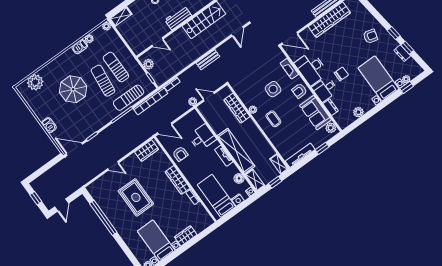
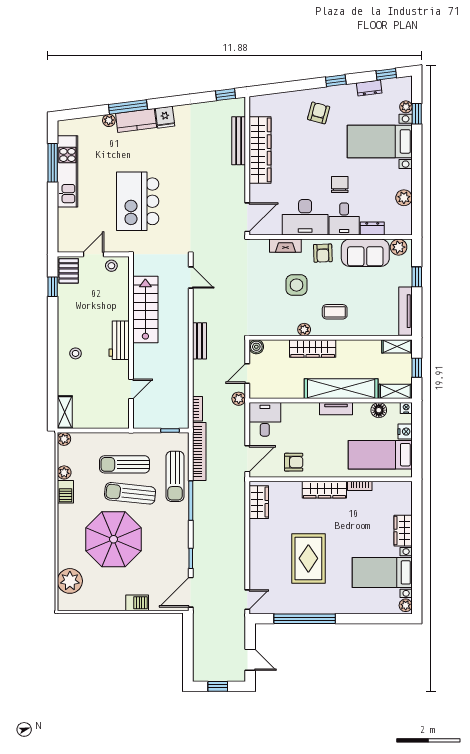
window: (407, 48) -> (386, 74), moved
plant: (148, 64) -> (151, 420), removed
parasol: (73, 89) -> (114, 539), width x1.36, depth x1.36
boiler: (226, 91) -> (256, 347), added
wardrobe: (237, 108) -> (313, 348), moved
desk: (202, 138) -> (265, 419), moved
door: (113, 166) -> (247, 600), moved
rug: (136, 197) -> (308, 558), turned 90

